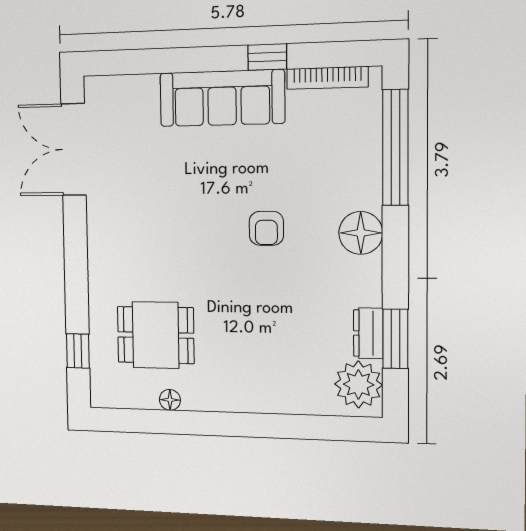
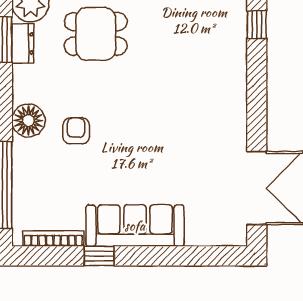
armchair: (266, 228) -> (76, 131), moved
dining table: (156, 335) -> (96, 34), moved

